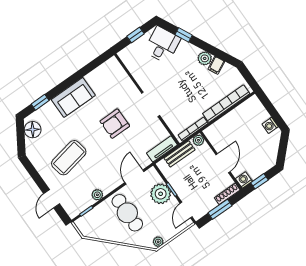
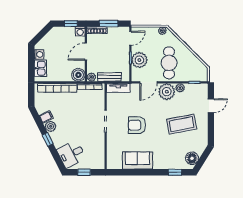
window: (184, 35) -> (48, 139), moved
sofa: (73, 97) -> (137, 160), moved
kitchen sink: (258, 112) -> (40, 68), added
armchair: (115, 124) -> (137, 125), turned 180
boiler: (214, 133) -> (78, 75), added
plant: (108, 181) -> (167, 92), added

